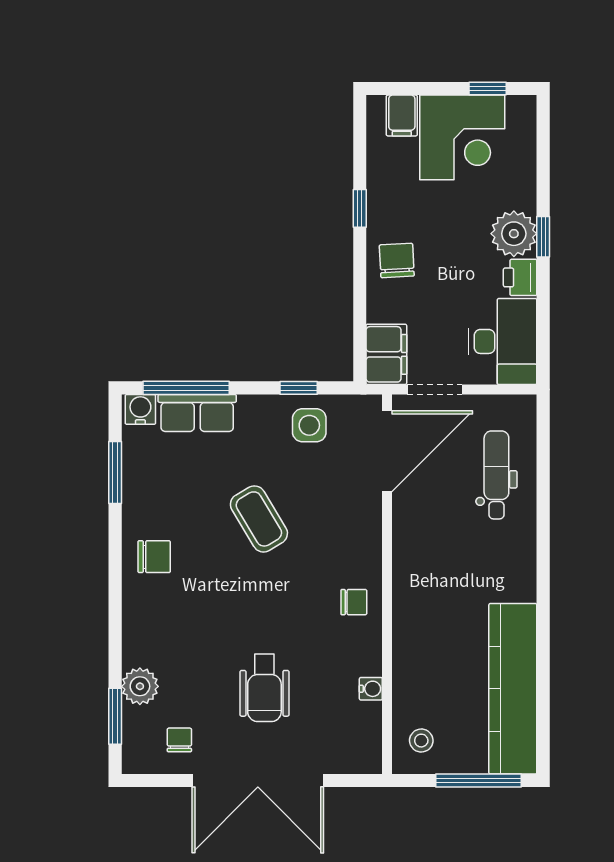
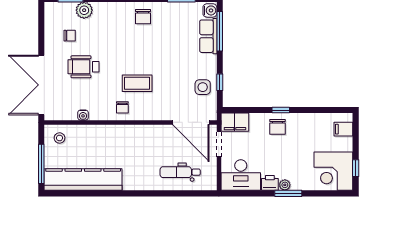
corner desk: (462, 137) -> (333, 171), moved
window: (360, 208) -> (281, 110), moved
plant: (514, 234) -> (285, 185), width x0.53, depth x0.53
window: (543, 237) -> (288, 193), width x1.50
chair: (397, 260) -> (278, 127), turned 93
dental chair: (496, 475) -> (180, 172), turned 180
coffee table: (259, 519) -> (137, 83), moved, turned 31
chair: (179, 740) -> (70, 36), moved
double door: (258, 781) -> (41, 85), moved

